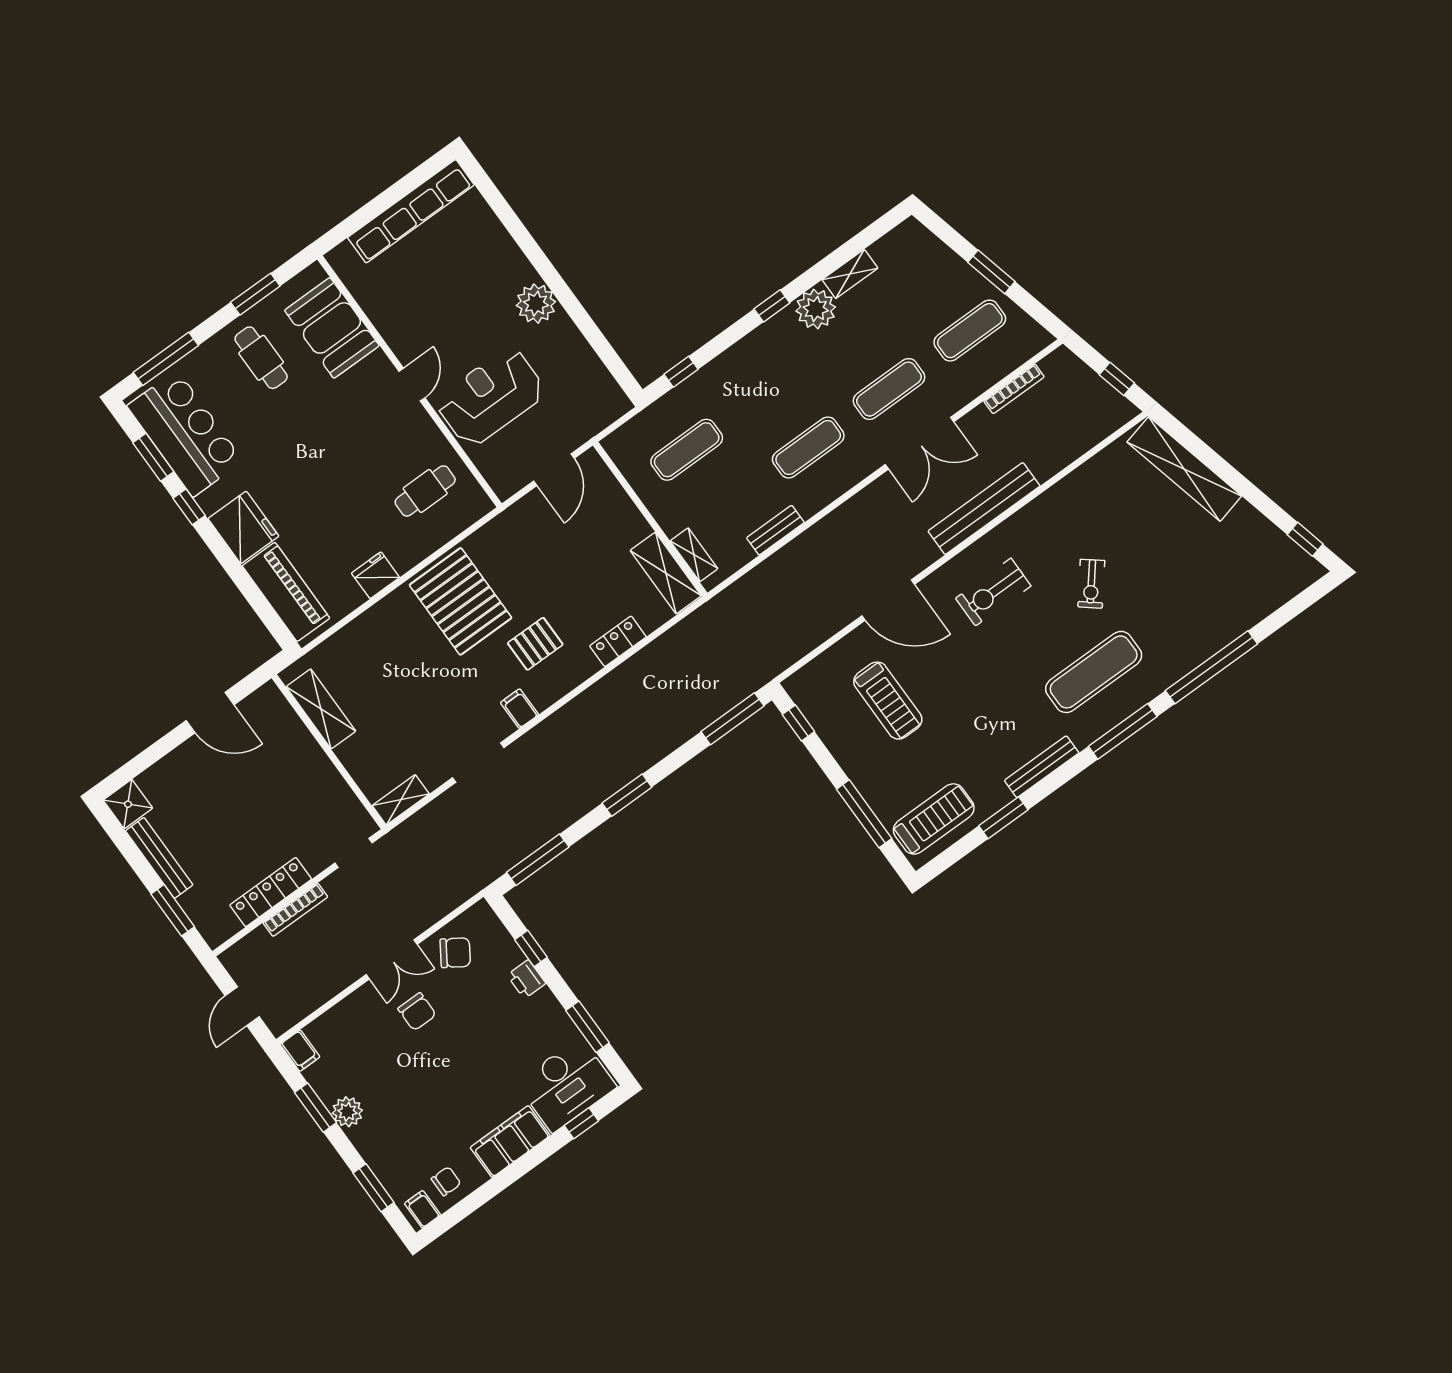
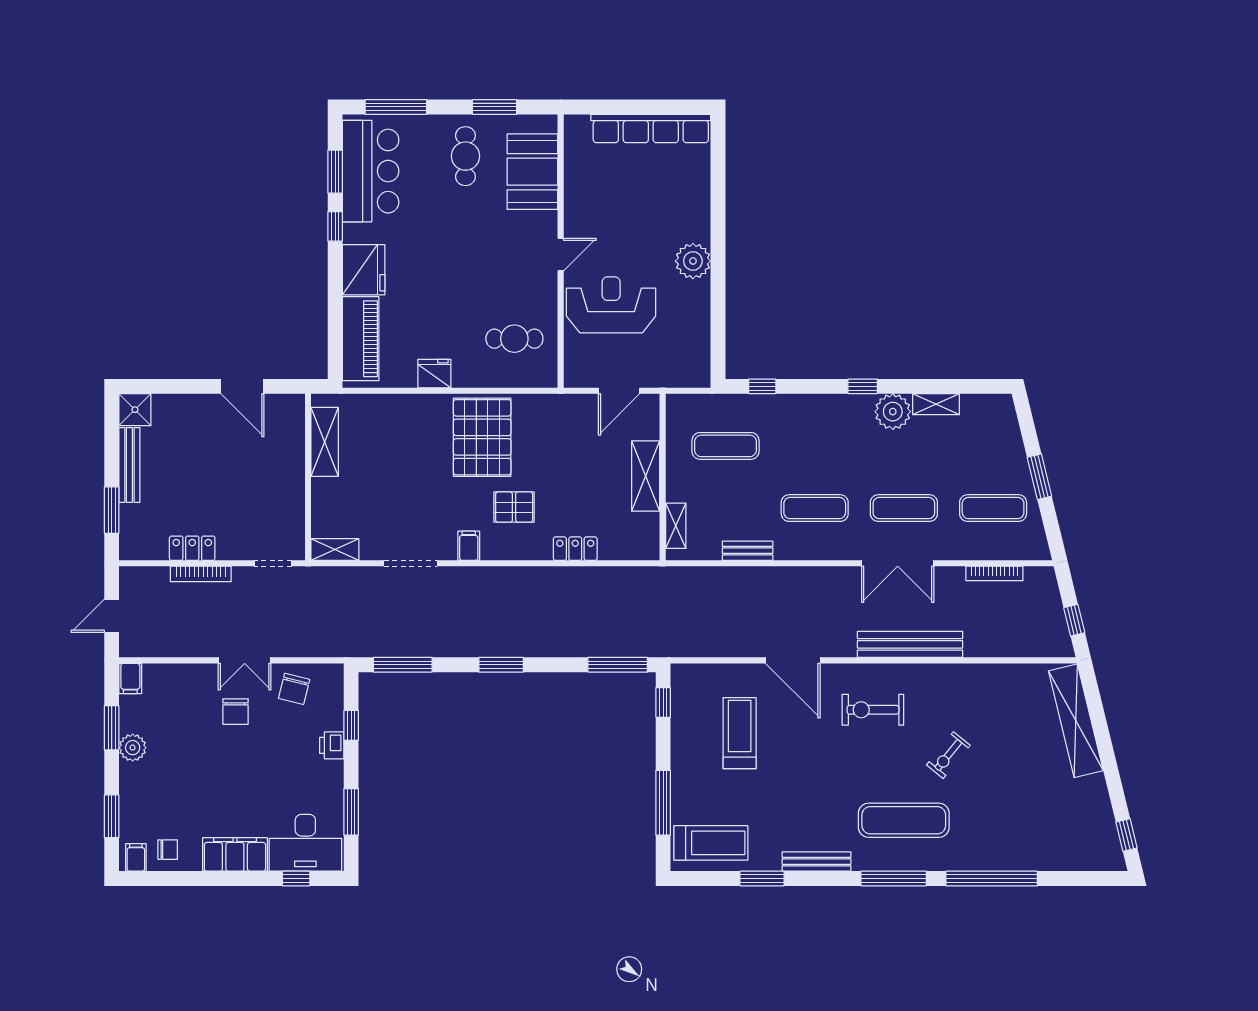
shelving: (666, 573) -> (646, 476), moved
treadmill: (888, 701) -> (740, 733), turned 180
locker: (271, 892) -> (192, 548), width x0.66
chair: (455, 953) -> (294, 689), turned 71

